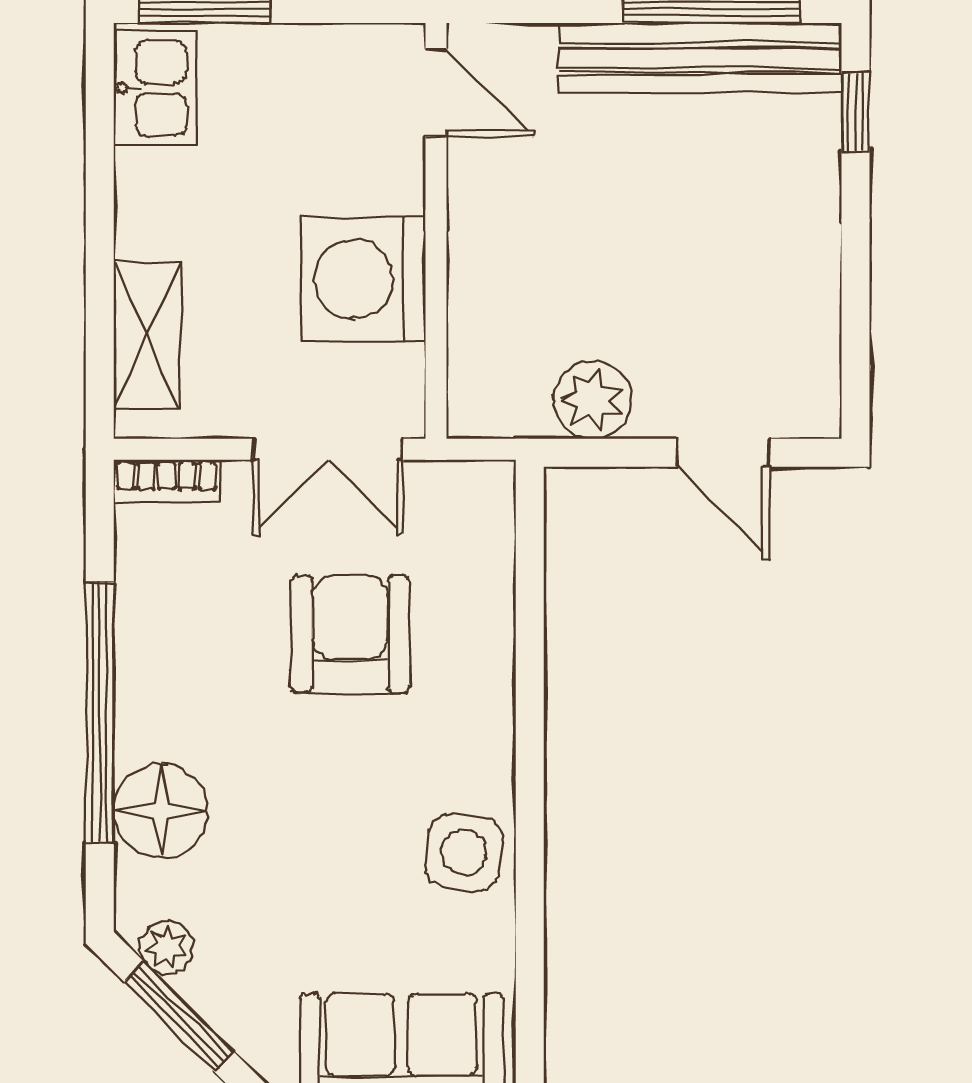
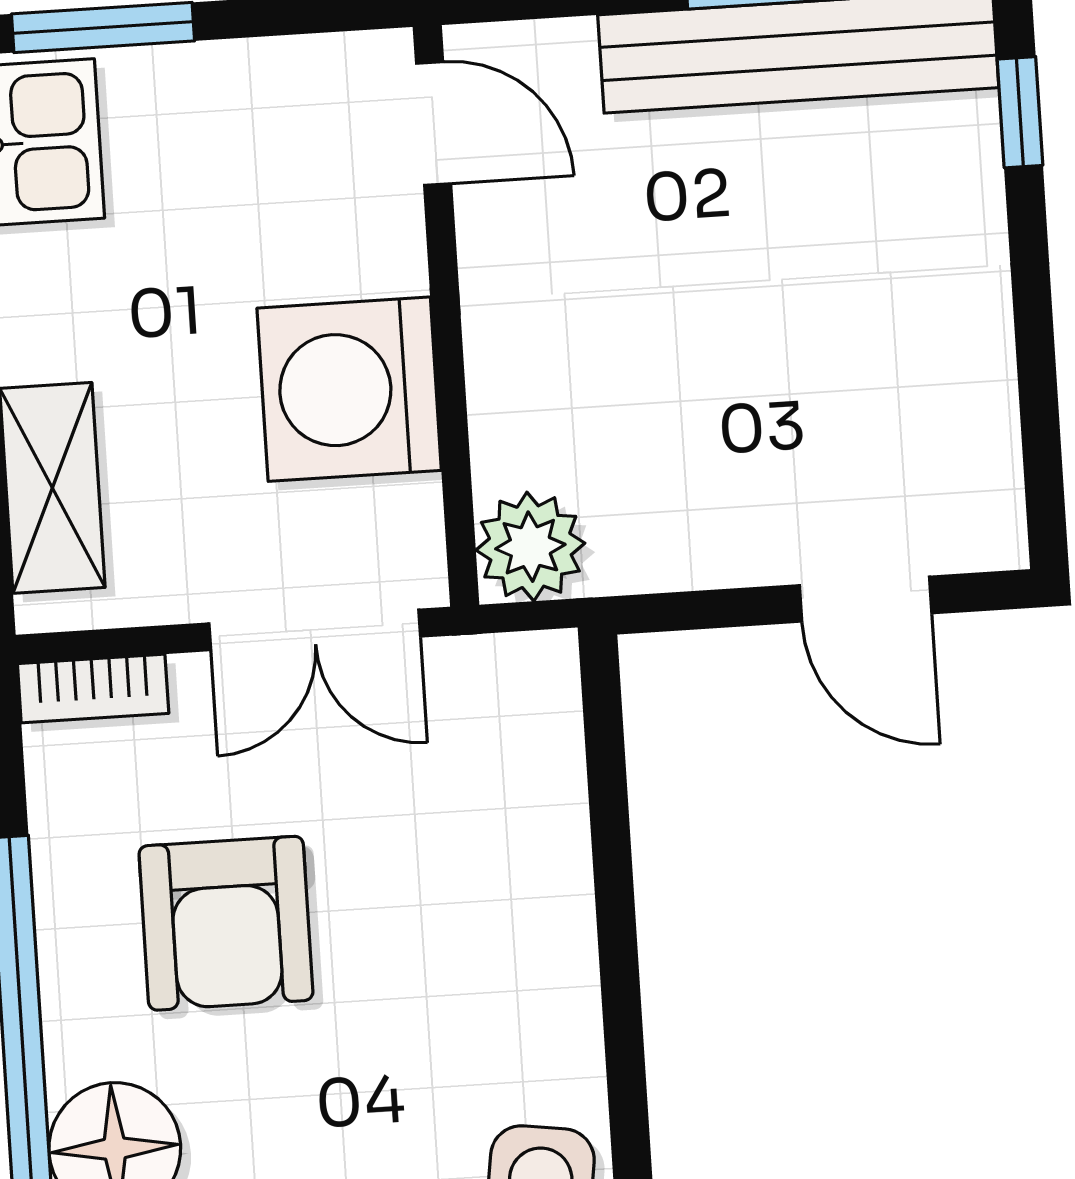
plant: (593, 400) -> (530, 547), moved
armchair: (350, 634) -> (226, 923), moved, turned 180

